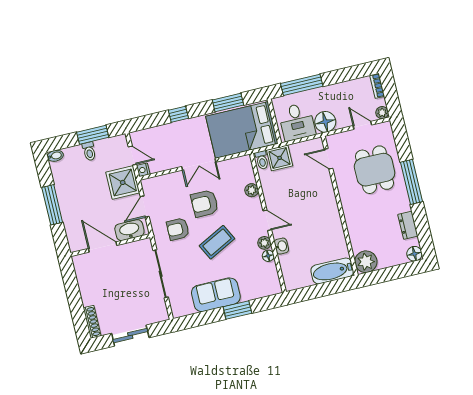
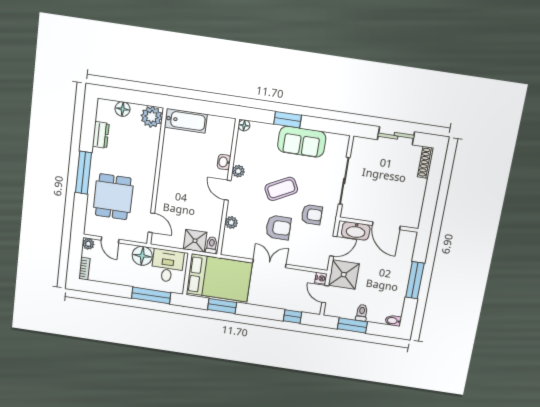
window: (178, 114) -> (292, 316), moved
floor lamp: (414, 254) -> (123, 109), moved
floor lamp: (268, 256) -> (244, 125), moved

